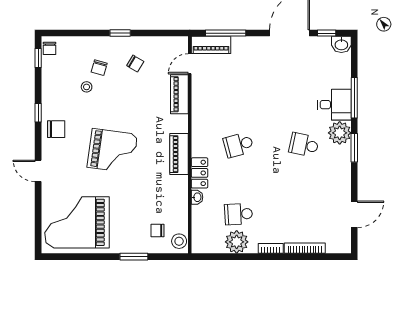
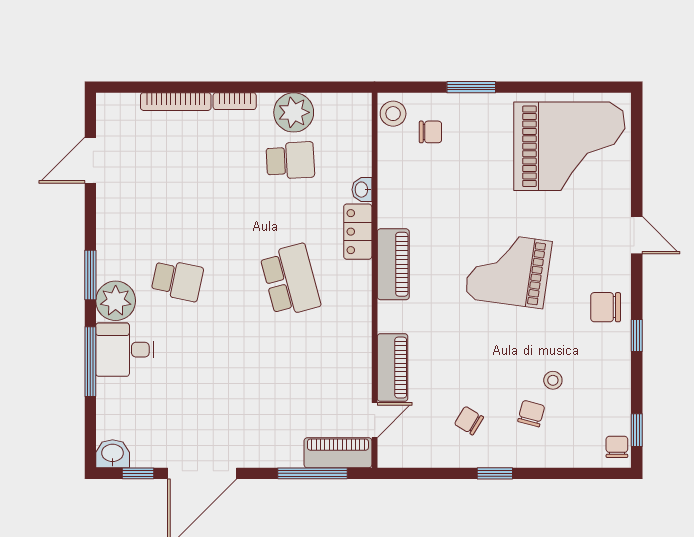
school desk: (239, 145) -> (290, 280), width x1.85

